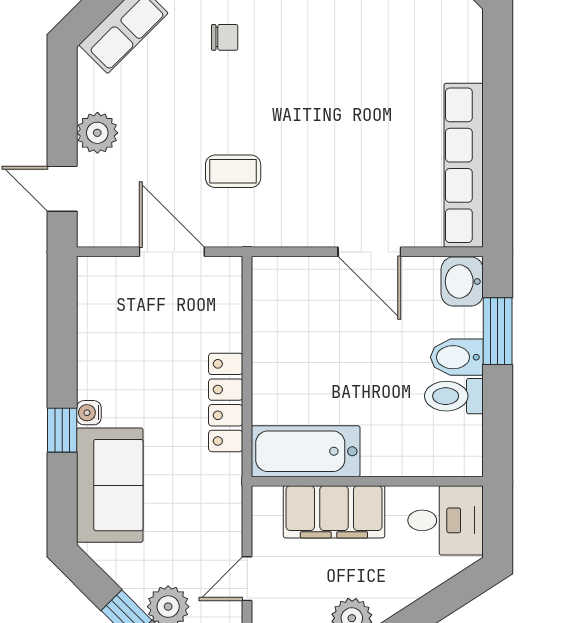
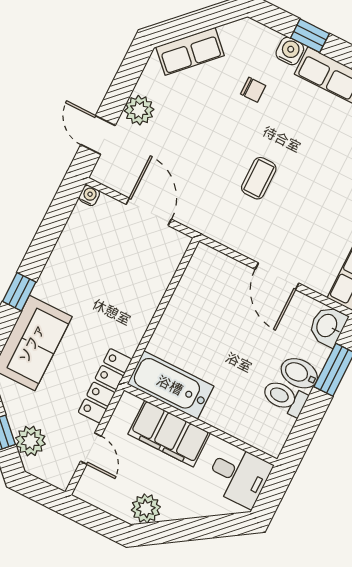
coffee table: (233, 171) -> (259, 178), moved, turned 90
locker: (226, 402) -> (105, 386), moved
water cooler: (89, 413) -> (89, 195), moved, turned 90
door: (247, 579) -> (91, 449), swing flipped

